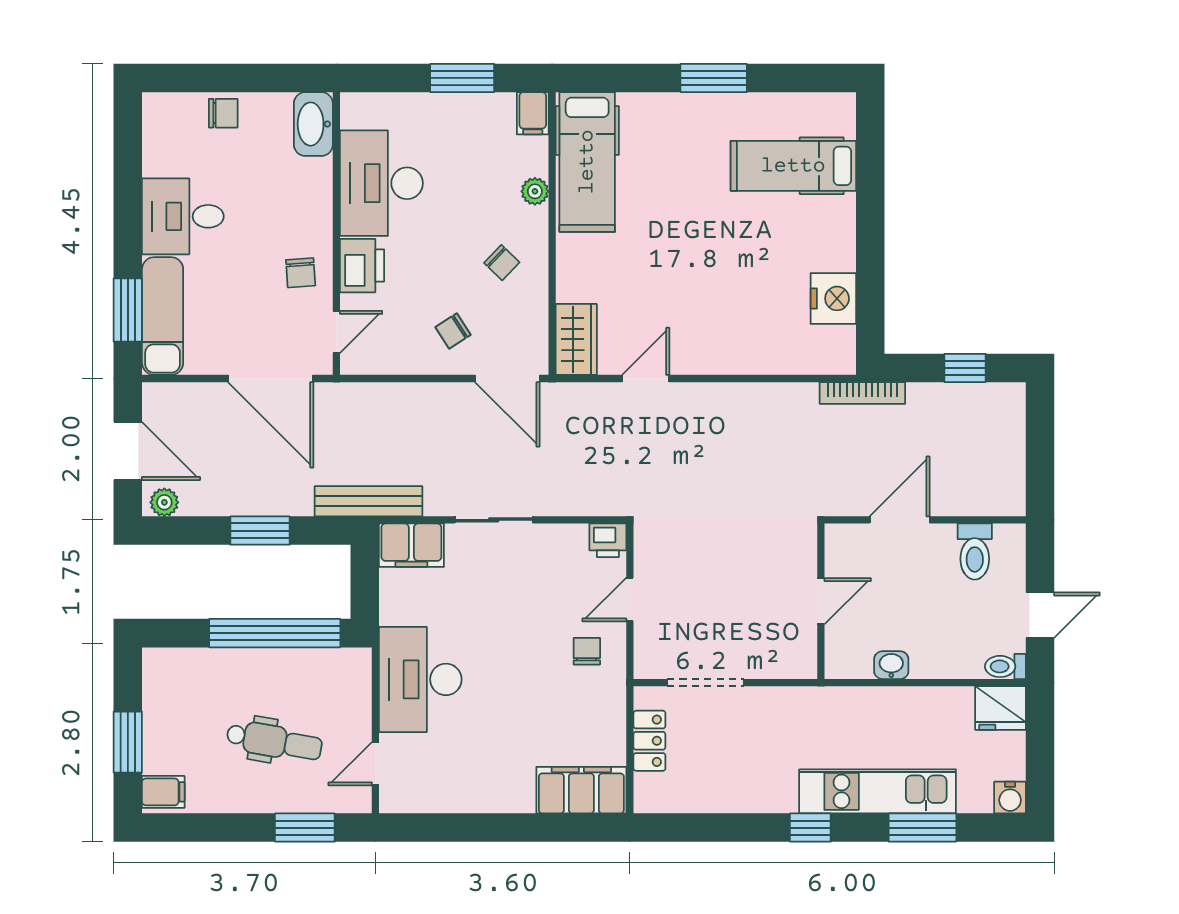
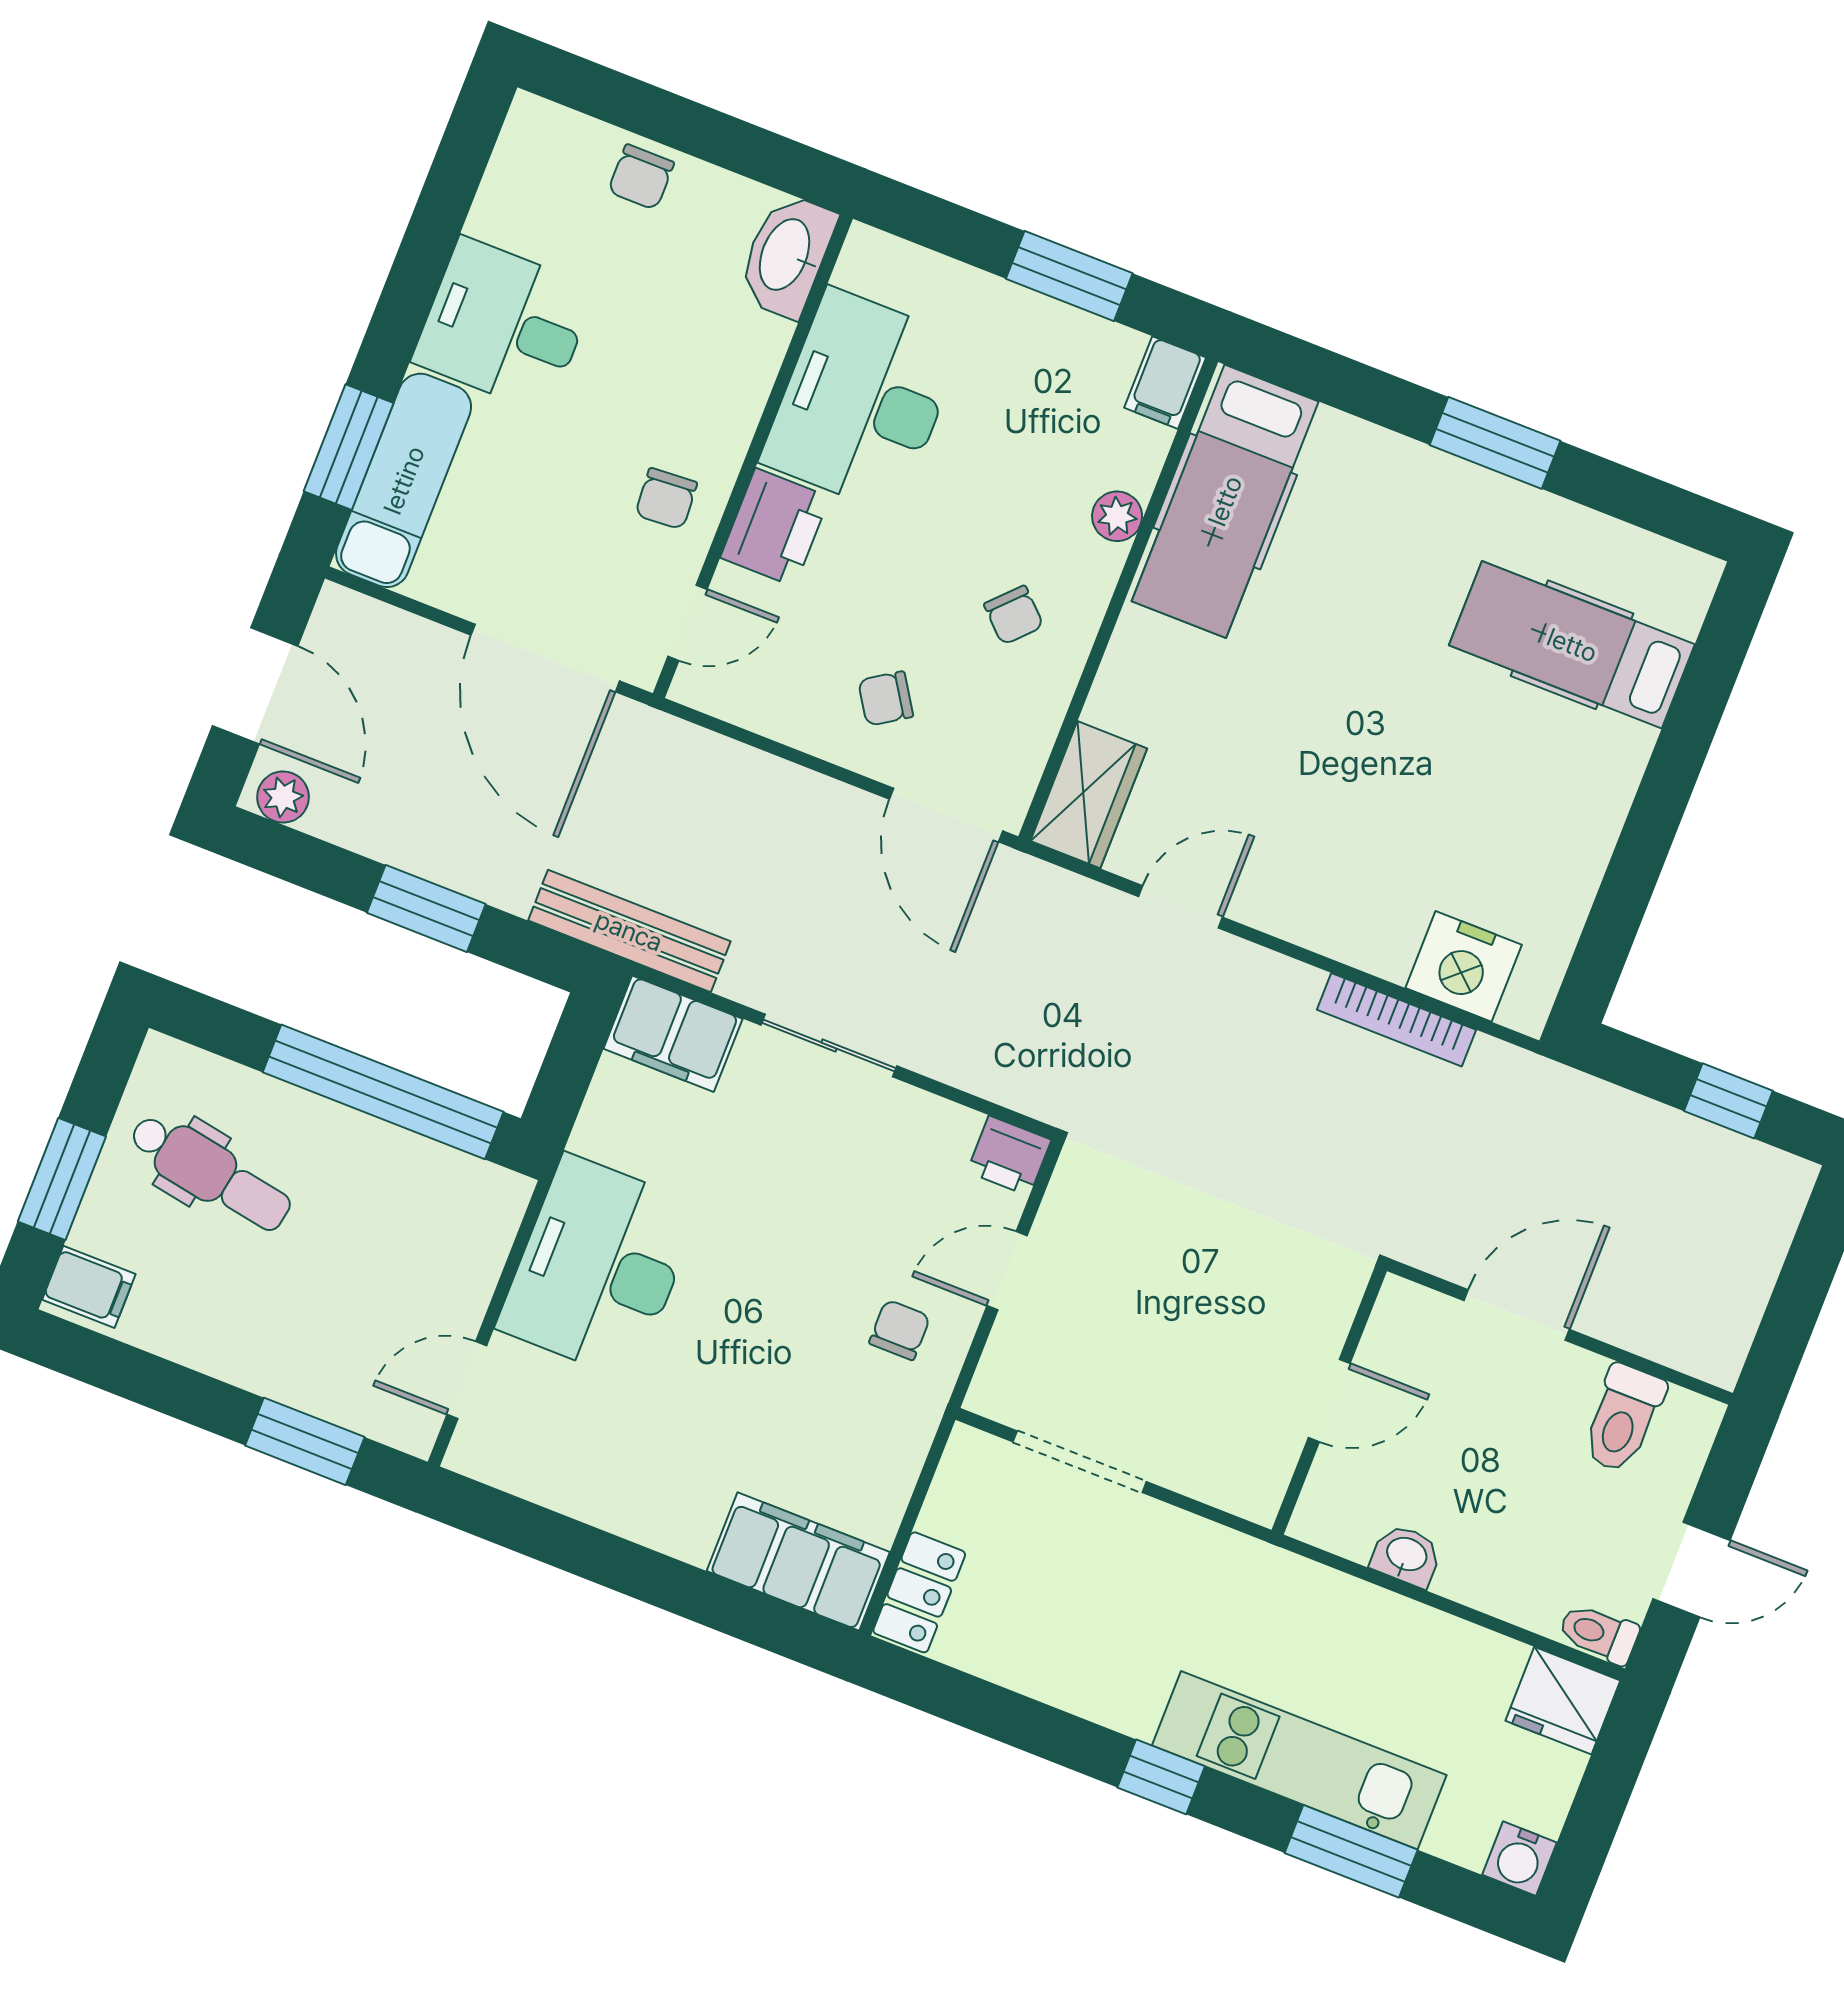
chair: (223, 113) -> (641, 177), turned 90
nightstand: (833, 298) -> (1464, 966), moved, turned 90
bookcase: (862, 393) -> (1396, 1020), moved
dental chair: (274, 741) -> (210, 1173), moved
locker: (649, 741) -> (919, 1592), moved

